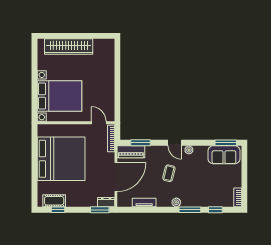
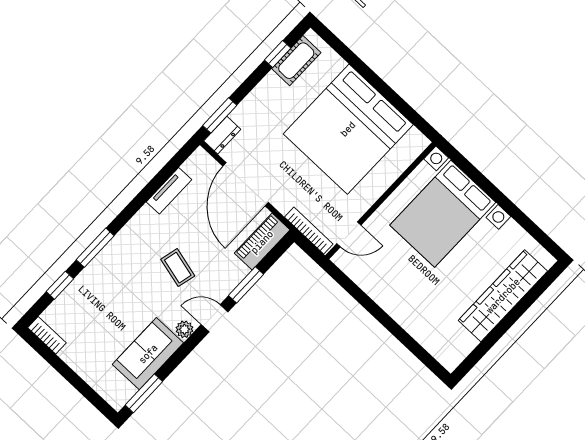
window: (141, 143) -> (246, 285), moved
sofa: (224, 155) -> (148, 354), moved
plant: (176, 202) -> (125, 238), removed

